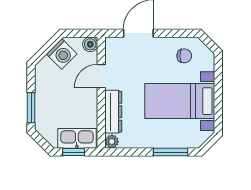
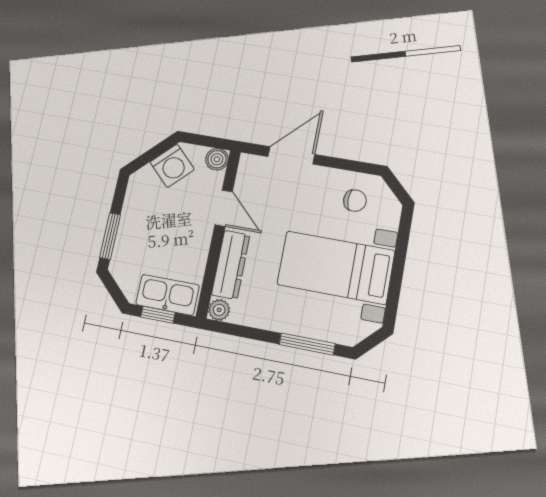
door: (101, 76) -> (224, 208), swing flipped

